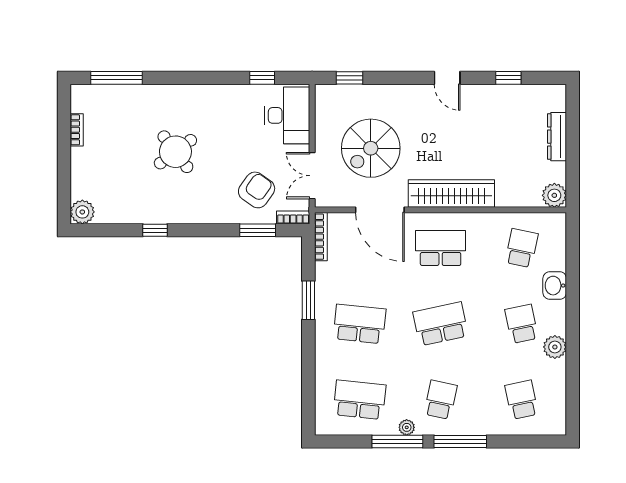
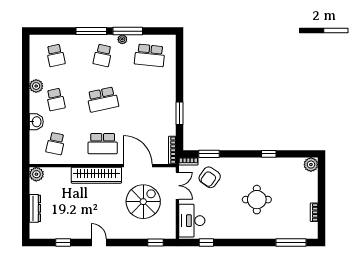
round table: (175, 152) -> (257, 200), turned 37
school desk: (360, 324) -> (150, 99), removed

